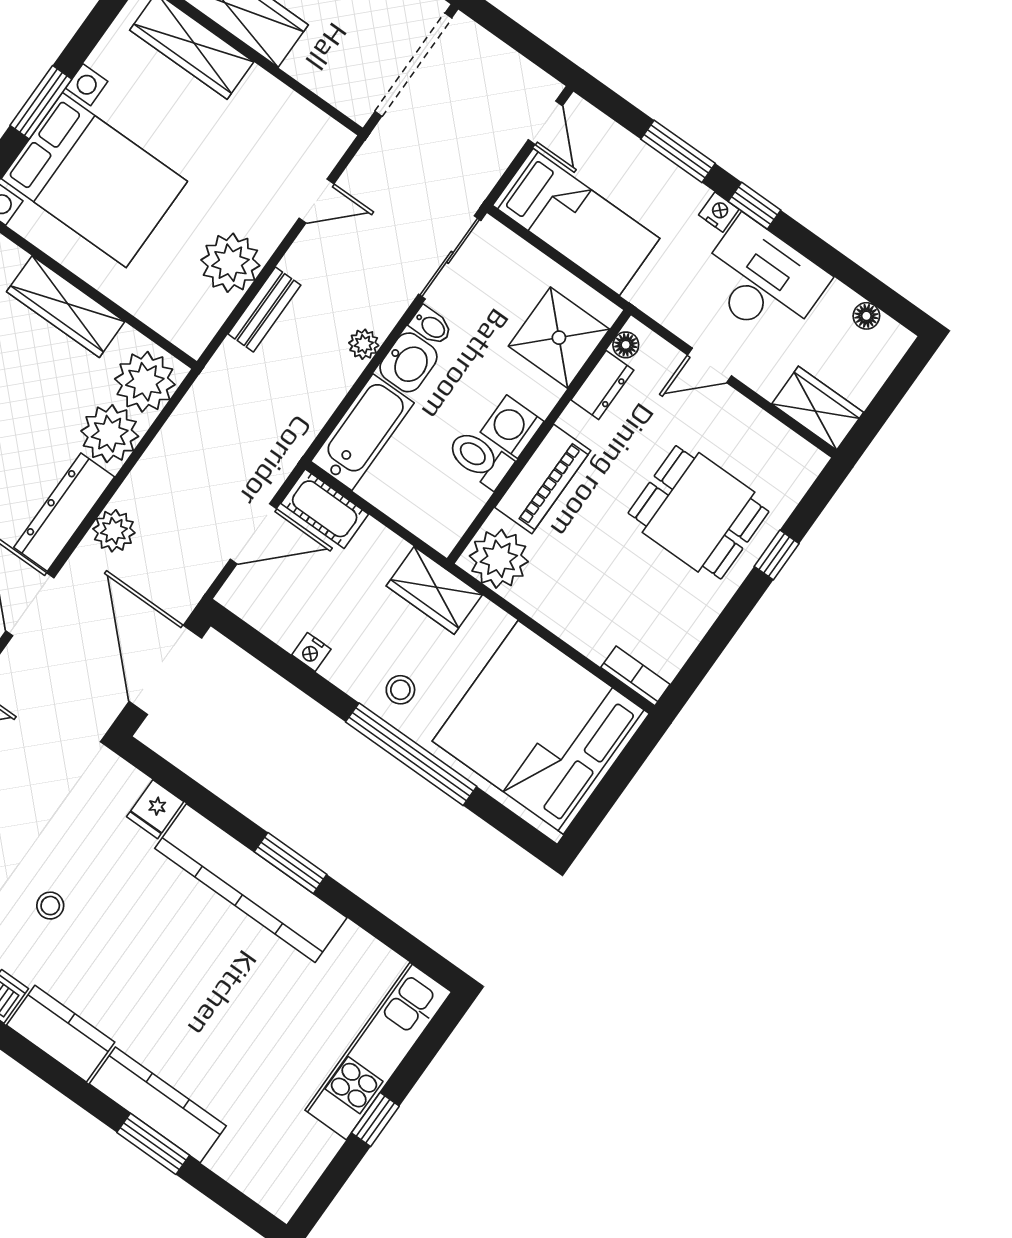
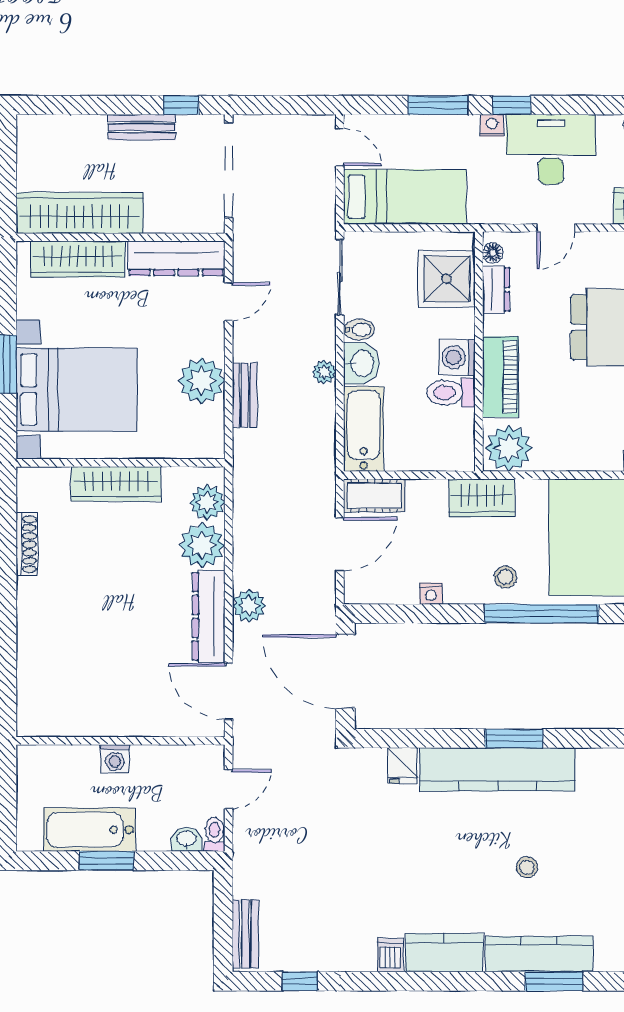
dresser: (294, 117) -> (176, 258), added
plant: (145, 382) -> (207, 502), width x0.73, depth x0.73
stool: (50, 906) -> (527, 867), moved

